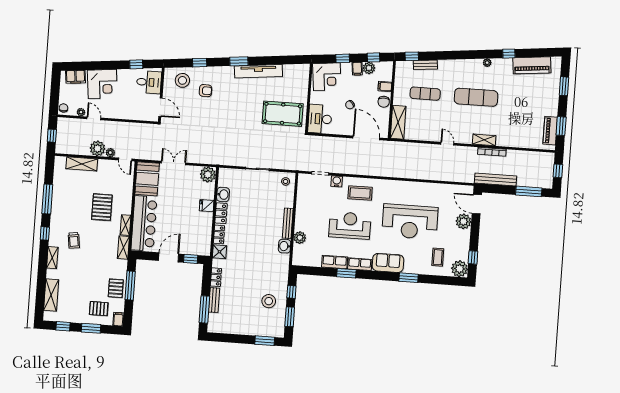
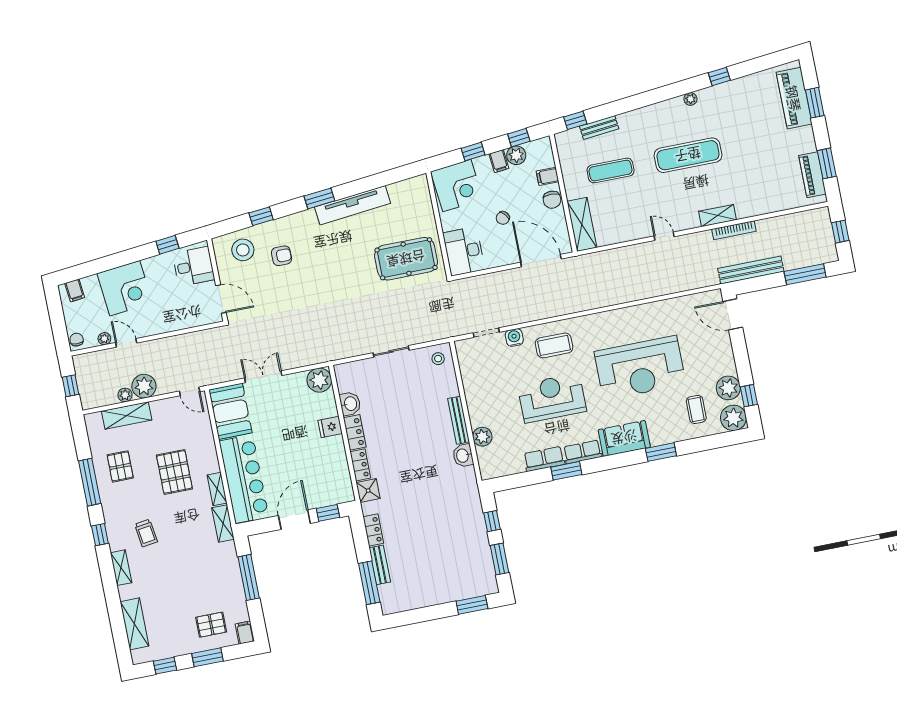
piano: (532, 65) -> (794, 98), moved, turned 96
filing cabinet: (75, 77) -> (75, 290), width x0.50
plant: (110, 153) -> (125, 395), moved
plant: (463, 221) -> (728, 388), moved
pallet: (116, 288) -> (120, 466), moved
stool: (269, 301) -> (462, 544), removed

